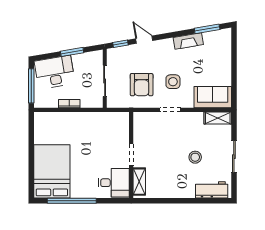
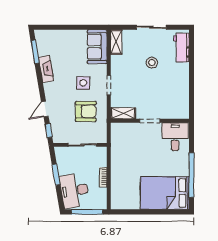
shelving: (139, 182) -> (123, 113), moved

